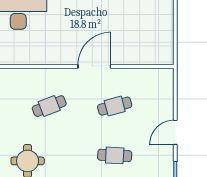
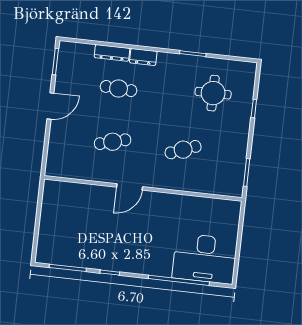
door: (94, 66) -> (130, 187), width x0.73

